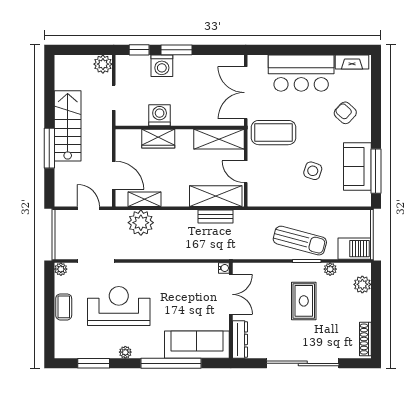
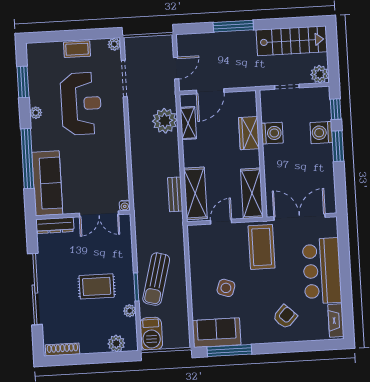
stairs: (68, 126) -> (292, 41), moved
sofa: (357, 167) -> (217, 333), moved

